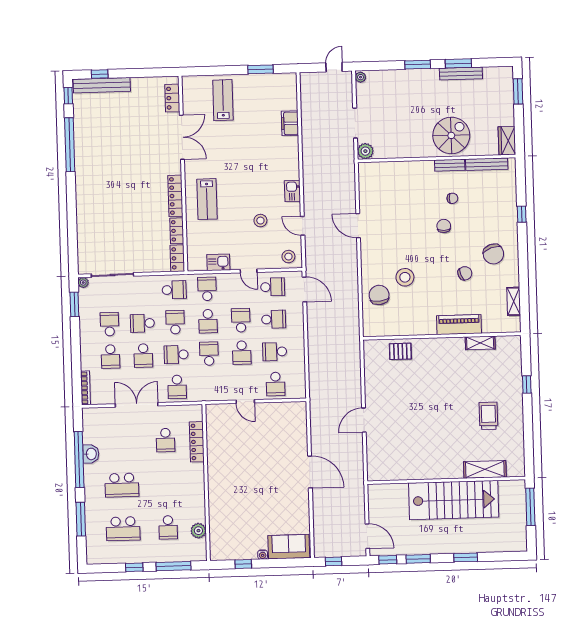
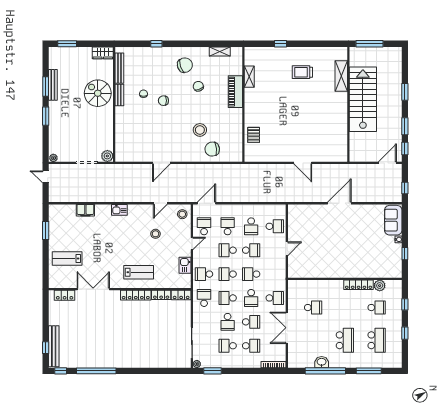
kitchen sink: (292, 191) -> (119, 210), moved
school desk: (208, 321) -> (228, 274), turned 180
locker: (197, 442) -> (359, 285), moved
window: (173, 566) -> (405, 304), width x0.46

